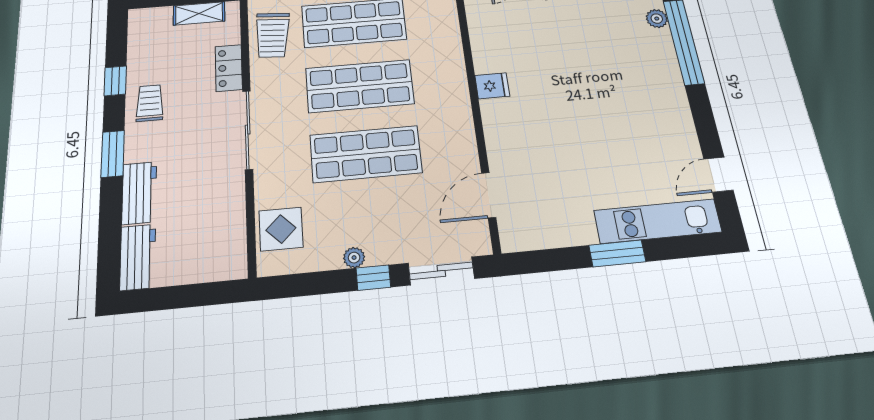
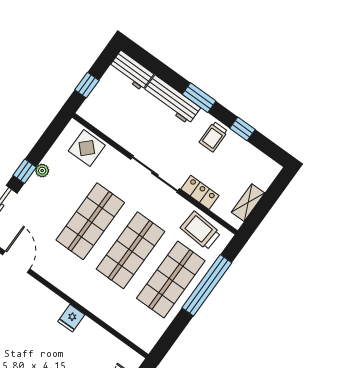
trolley: (150, 103) -> (213, 137), turned 90
workbench: (139, 193) -> (172, 100), width x1.38
window: (200, 295) -> (87, 85), added

